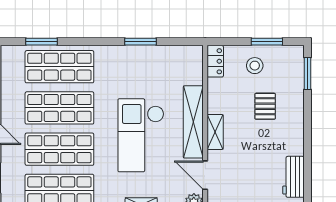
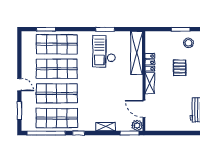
locker: (215, 61) -> (150, 62), moved
stool: (255, 66) -> (188, 43), moved
shelving: (193, 122) -> (137, 53), moved
checkout: (141, 135) -> (104, 51), moved, width x0.73, depth x0.83

